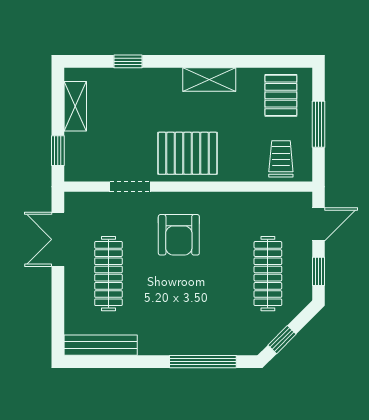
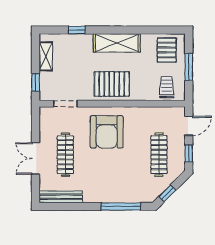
shelving: (209, 79) -> (117, 43), width x1.50, depth x1.33
doorway: (130, 187) -> (65, 104), moved
armchair: (179, 235) -> (107, 132), width x1.36, depth x1.36
double door: (58, 239) -> (36, 158), moved

